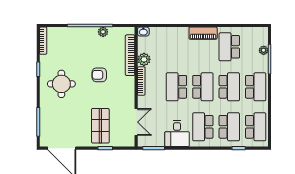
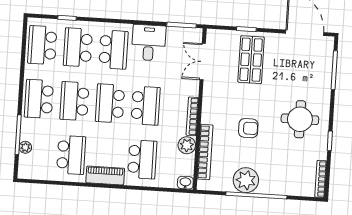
plant: (103, 32) -> (246, 180), width x1.88, depth x1.88
school desk: (176, 47) -> (142, 159), added

